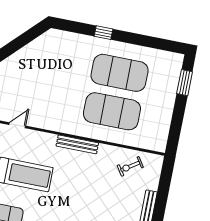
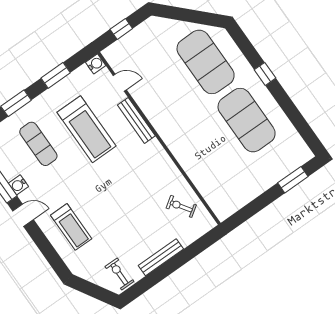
exercise mat: (112, 111) -> (206, 62), moved
bench: (77, 144) -> (136, 120), moved

